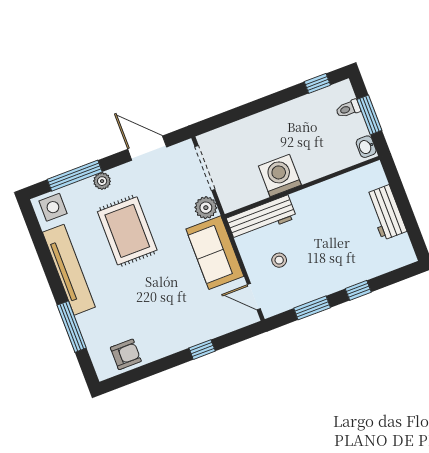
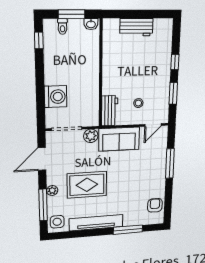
washing machine: (280, 176) -> (56, 97), moved, turned 180
workbench: (261, 218) -> (110, 111), width x0.73
window: (202, 350) -> (170, 163), width x2.17

